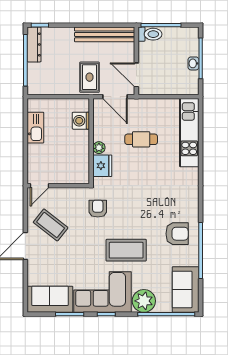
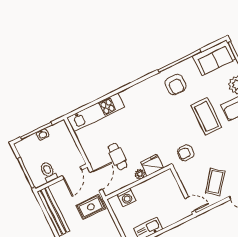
toilet: (150, 34) -> (48, 172), moved
cafe table: (141, 139) -> (118, 156), moved
armchair: (177, 234) -> (176, 85), turned 180

